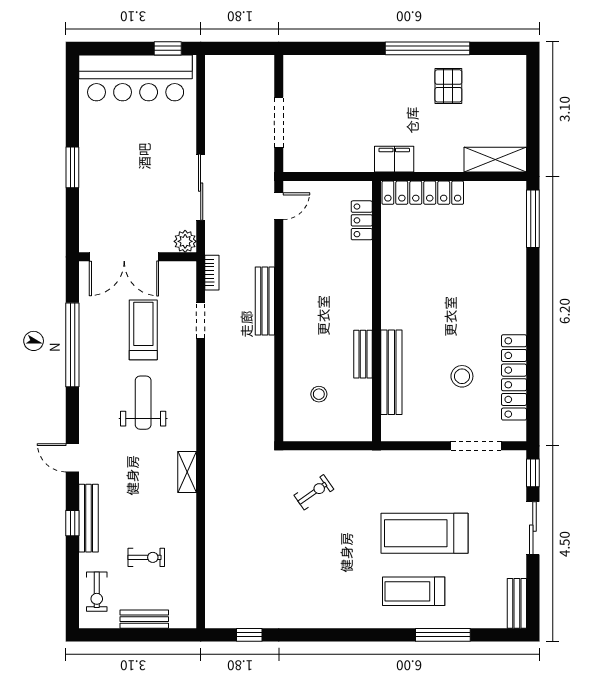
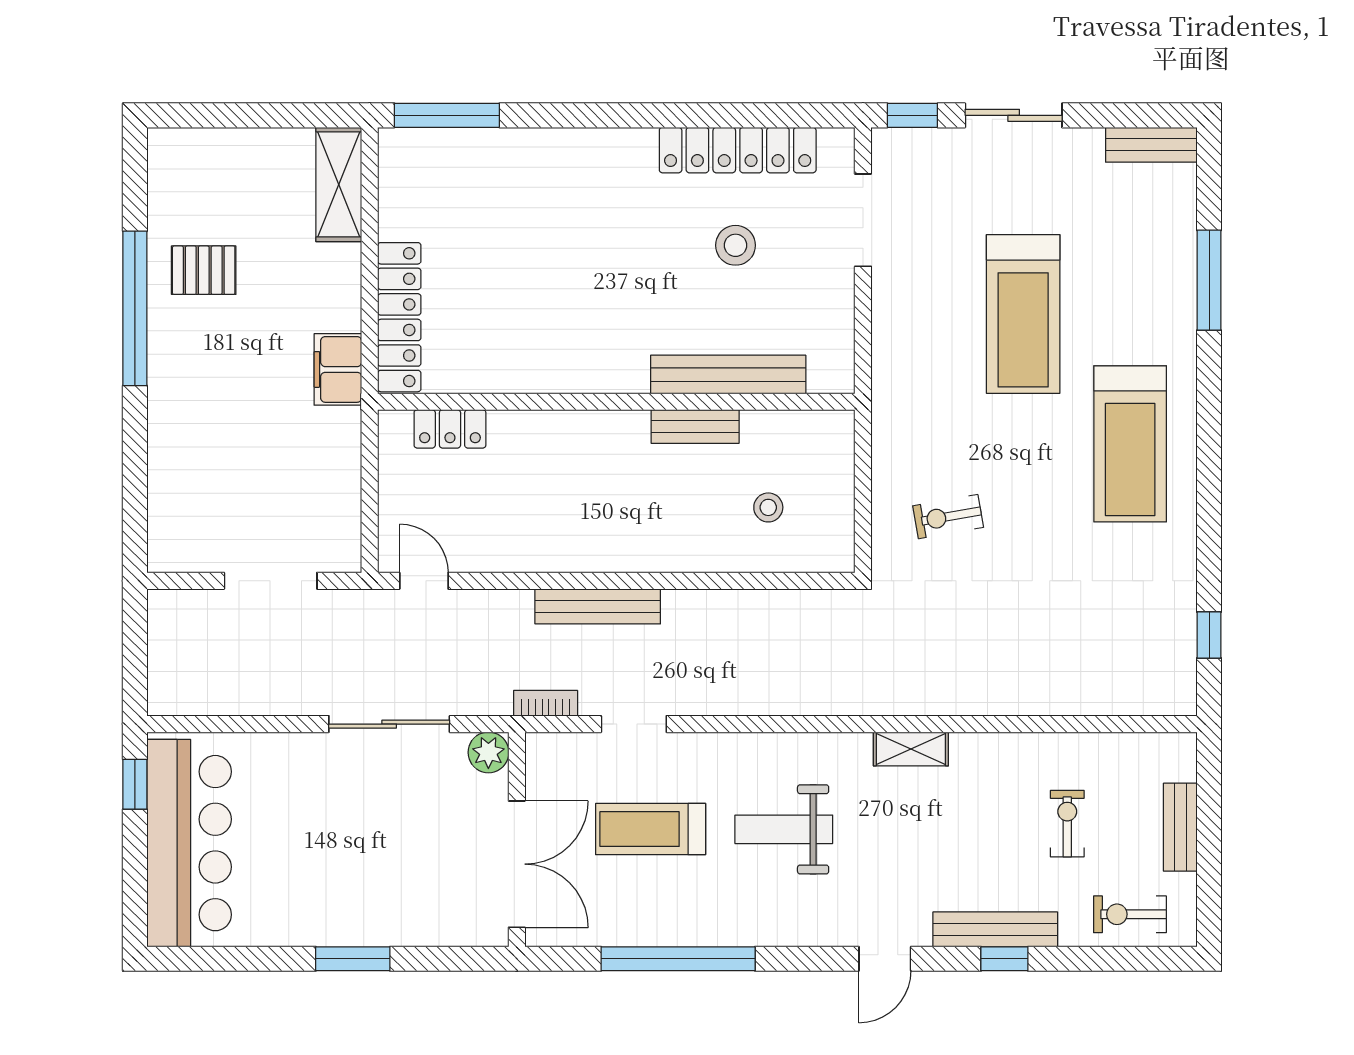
exercise bike: (314, 492) -> (948, 517), turned -65
treadmill: (414, 591) -> (1130, 444), moved, width x1.37, depth x1.38
exercise bike: (97, 592) -> (1130, 914), turned 180

